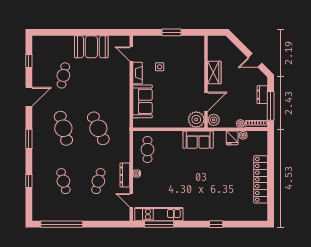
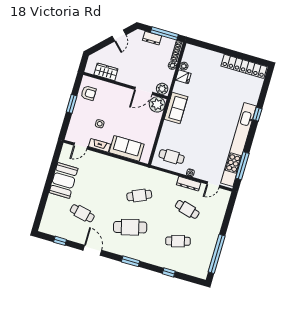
armchair: (188, 46) -> (89, 93), added
wardrobe: (214, 72) -> (106, 72), moved
door: (206, 102) -> (144, 91), swing flipped
cafe table: (98, 128) -> (139, 196), width x0.73, depth x0.74
locker: (261, 179) -> (244, 66), moved
kitchen unit: (159, 214) -> (239, 144), width x1.86

